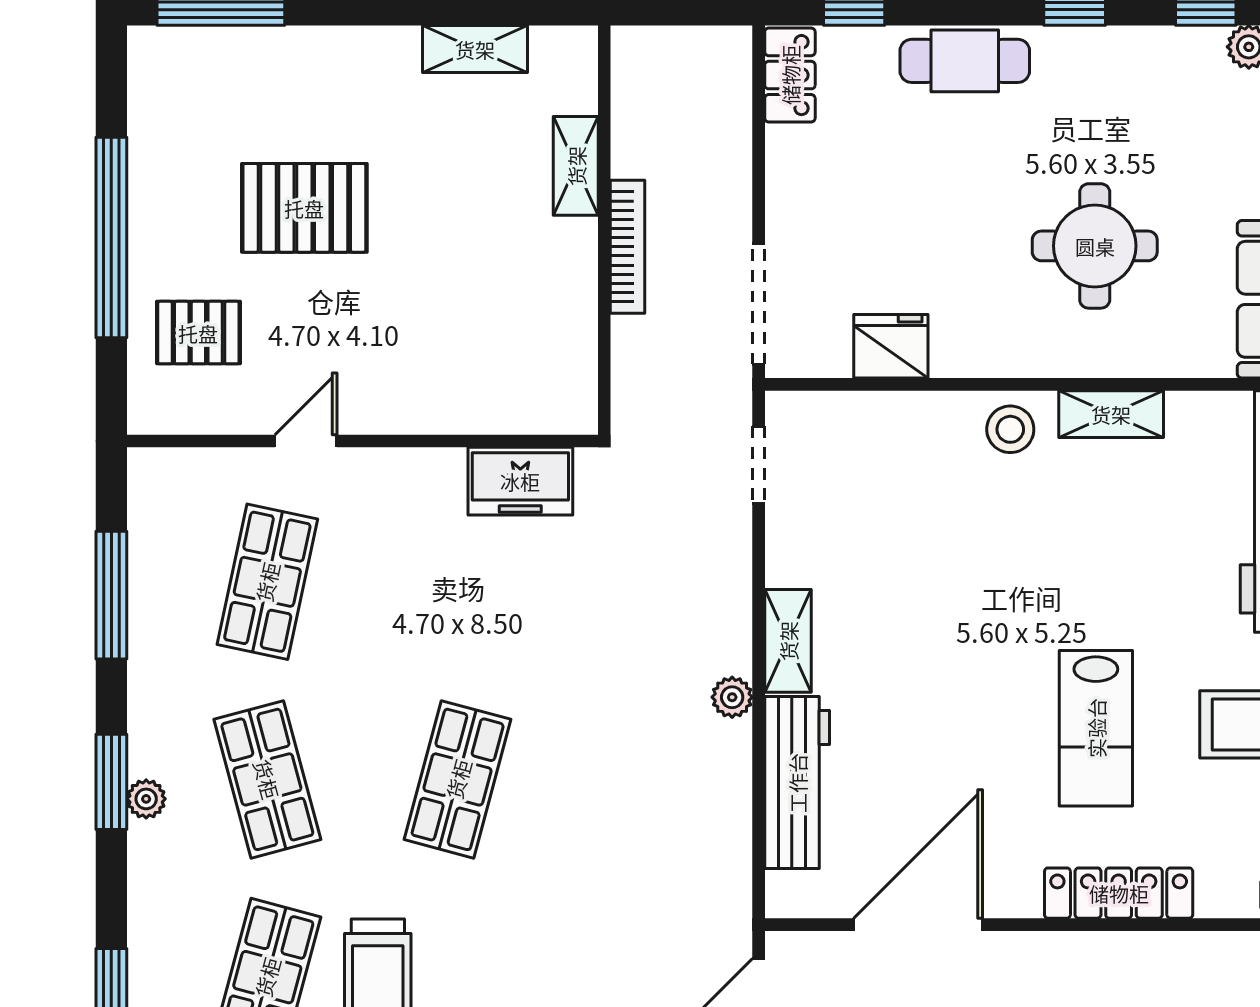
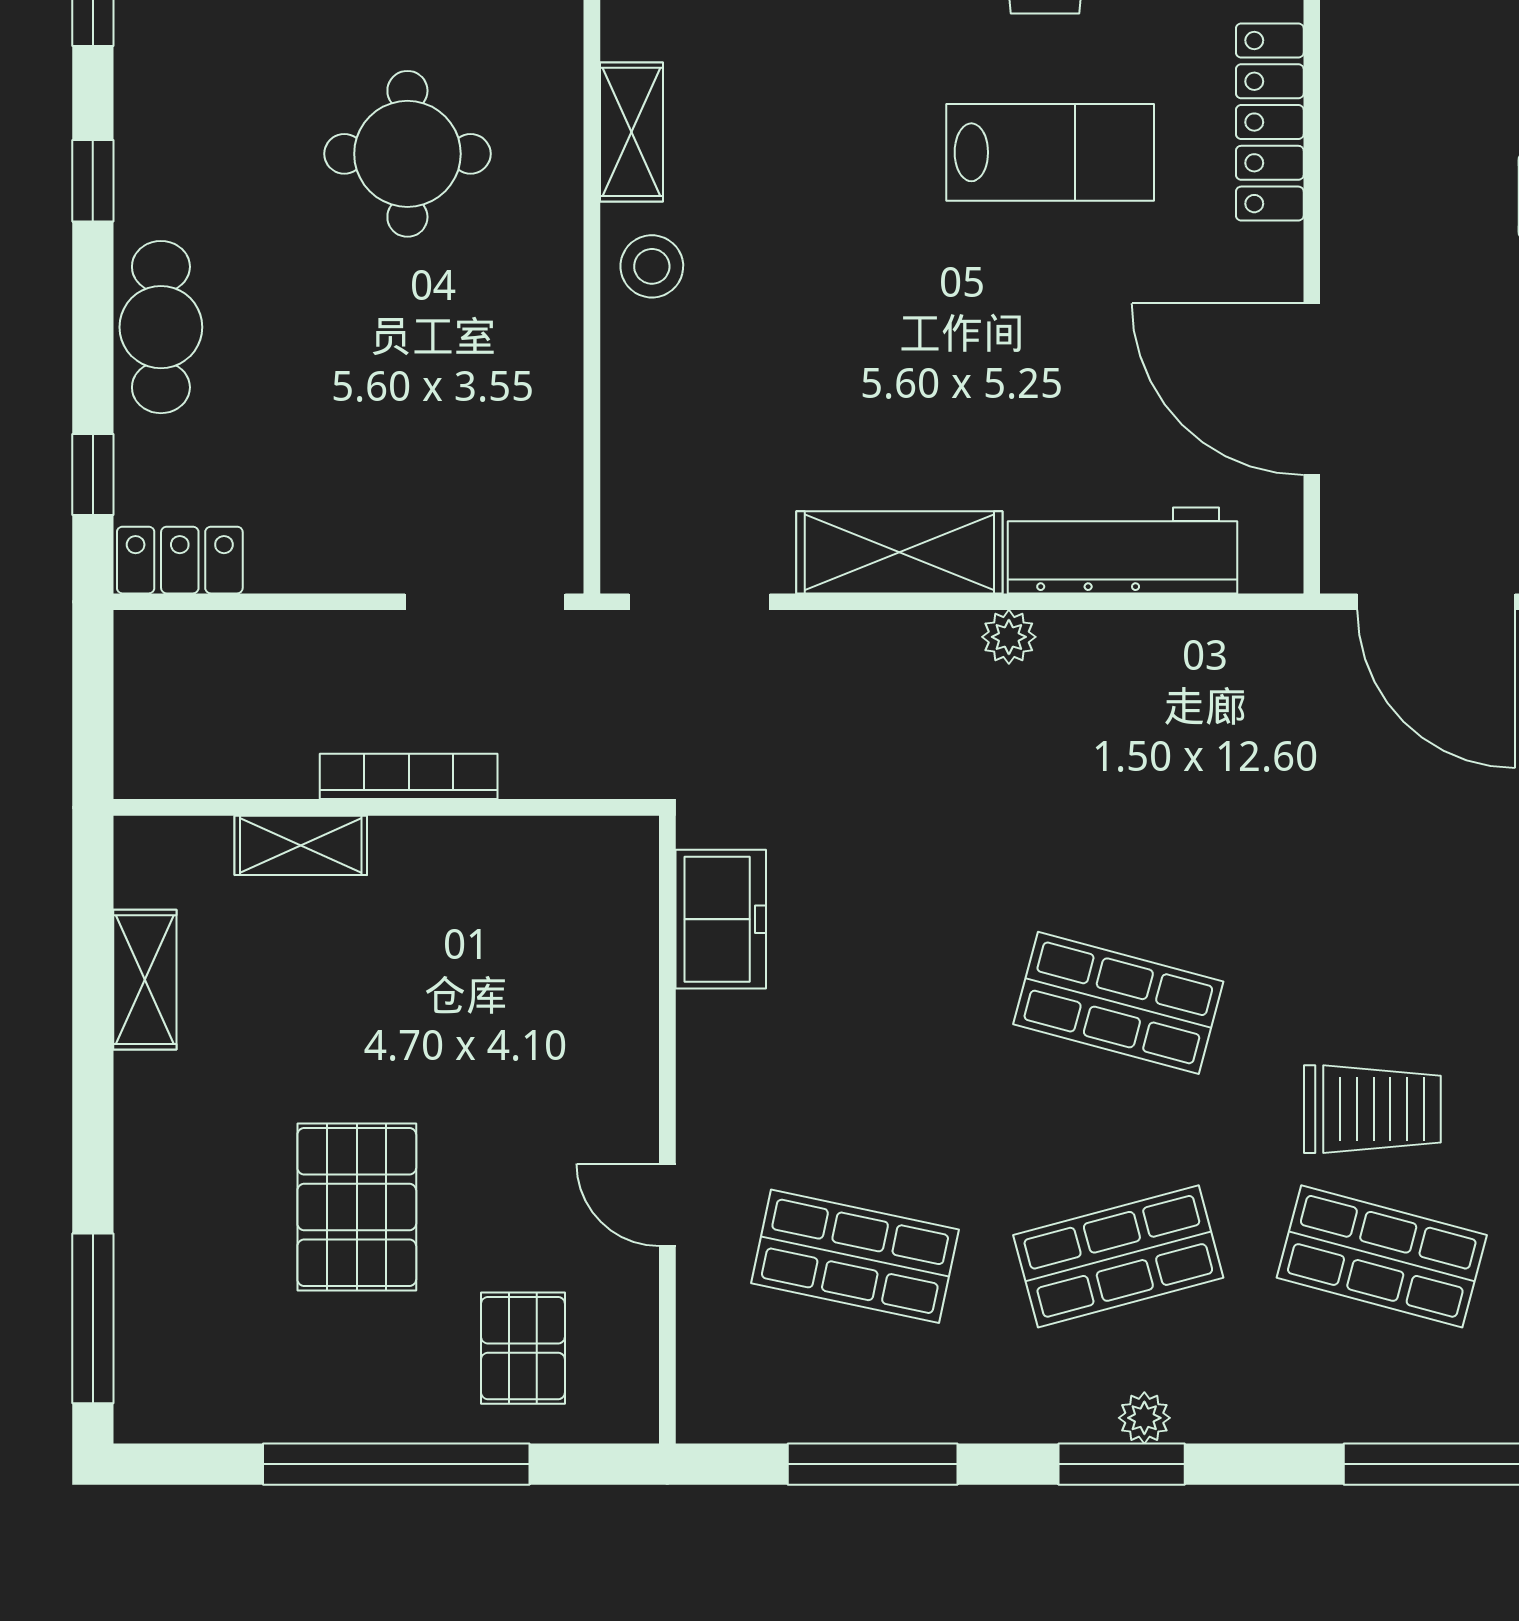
fridge: (891, 346) -> (541, 425), removed
doorway: (759, 465) -> (699, 602), width x1.38
shelving: (788, 641) -> (899, 552), width x1.50, depth x1.33

